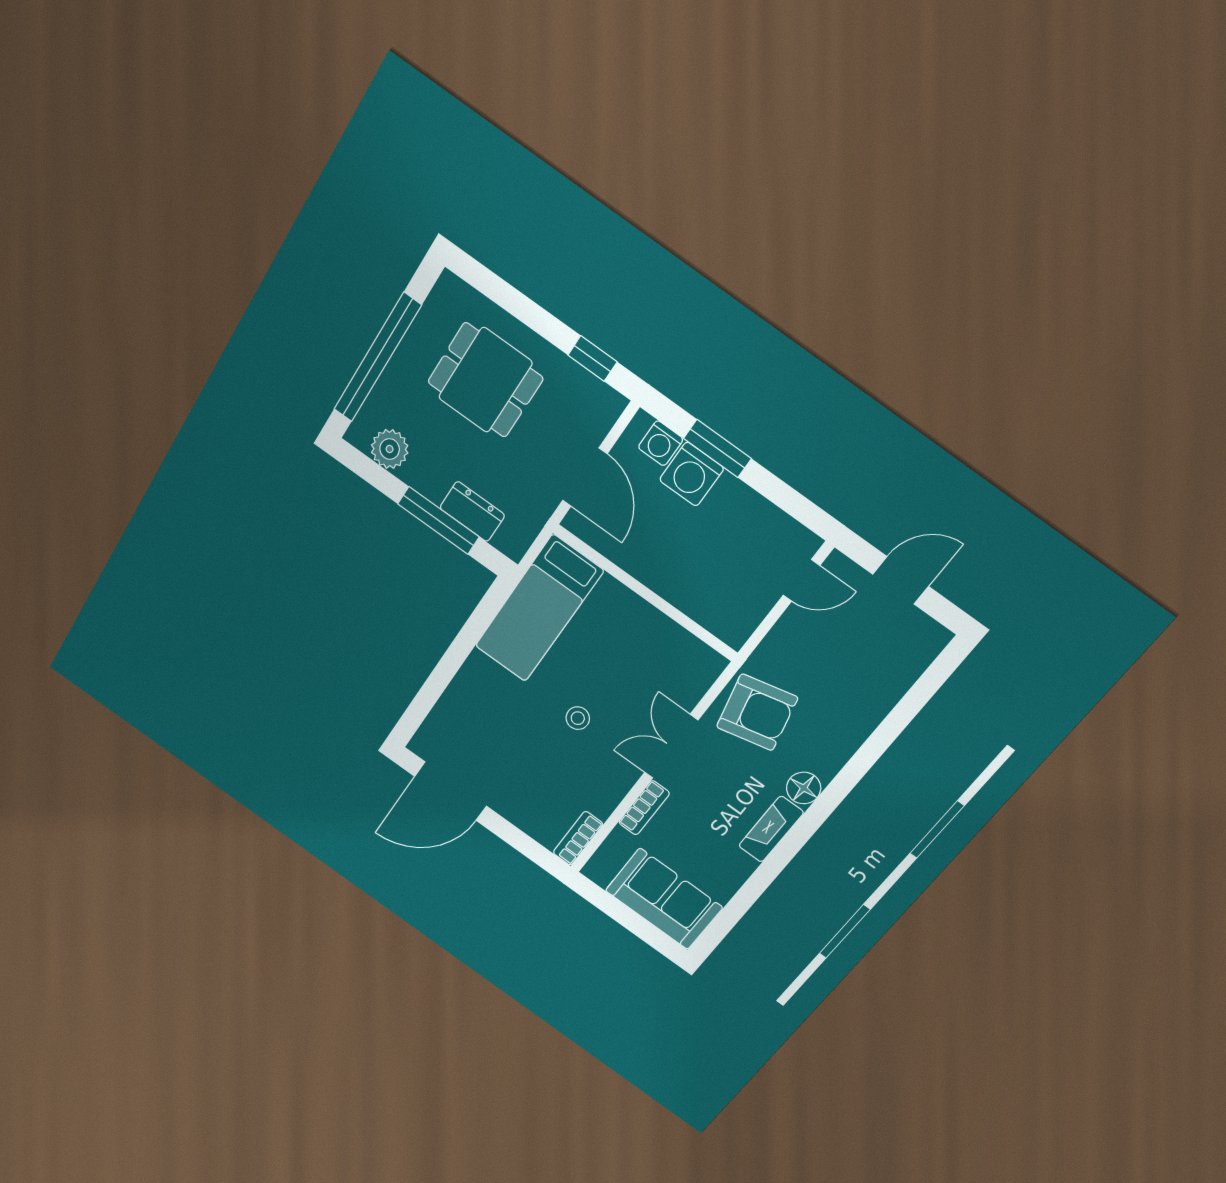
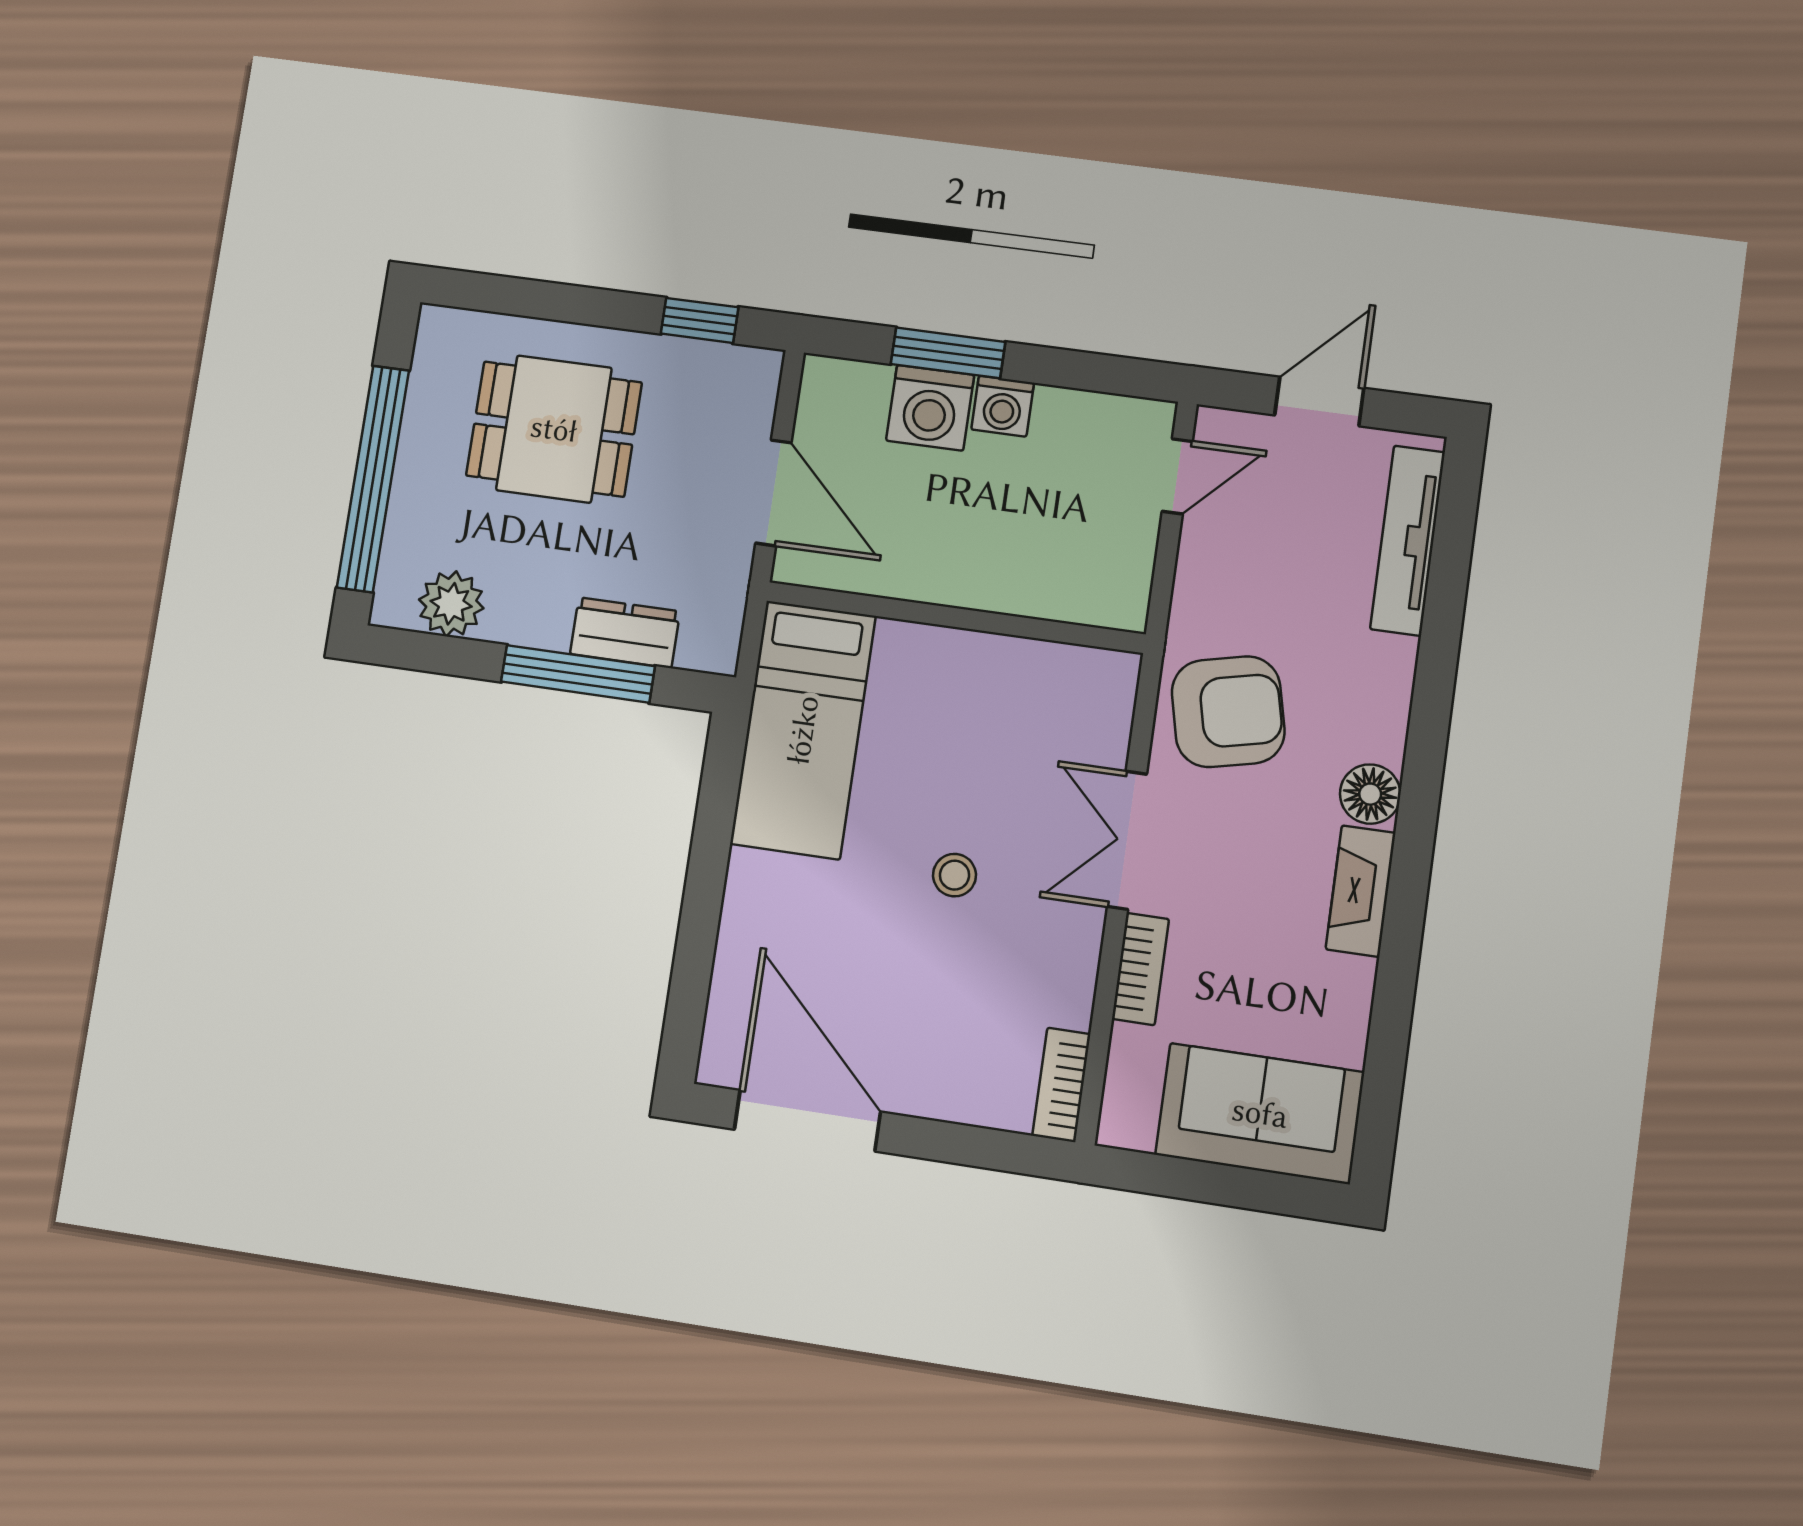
washing machine: (661, 443) -> (1003, 406), moved
tv unit: (901, 677) -> (1408, 541), added
door: (451, 791) -> (807, 1121), swing flipped

